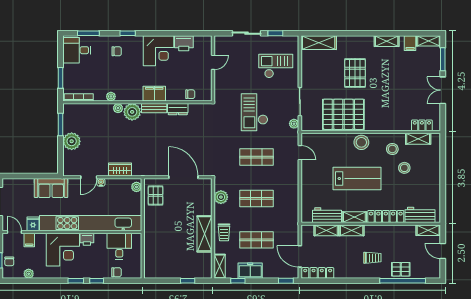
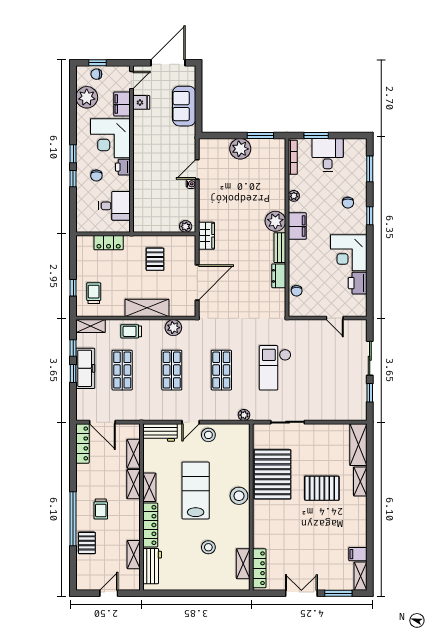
shelving: (387, 41) -> (360, 482), moved
desk: (77, 50) -> (328, 155), moved
checkout: (276, 66) -> (330, 393), removed
filing cabinet: (154, 94) -> (297, 226), moved
plant: (118, 108) -> (280, 204), removed
checkout: (255, 112) -> (275, 368), turned -90
plant: (294, 124) -> (244, 415), moved
locker: (422, 125) -> (259, 568), width x1.53
stool: (392, 149) -> (208, 435), moved
door: (300, 153) -> (191, 422), moved
wardrobe: (120, 169) -> (206, 236), moved
door: (89, 177) -> (197, 169), hinge flipped
lab bench: (357, 179) -> (196, 490), turned 180
sofa: (51, 188) -> (184, 106), moved
pallet: (156, 195) -> (155, 259), moved, turned 90
workbench: (327, 215) -> (160, 432), moved, turned 90
kitchen unit: (91, 223) -> (142, 172), removed
shelving: (428, 230) -> (134, 555), moved
shelving: (204, 234) -> (147, 308), moved
filing cabinet: (29, 240) -> (122, 104), width x2.00
locker: (150, 251) -> (109, 243), added
door: (300, 256) -> (102, 422), swing flipped
trolley: (192, 264) -> (94, 293), added
freezer: (250, 271) -> (85, 368), width x1.40
chair: (116, 272) -> (96, 176), moved
plant: (29, 274) -> (87, 97), width x1.88, depth x1.88
window: (286, 281) -> (73, 373), moved
window: (403, 281) -> (73, 519), moved

